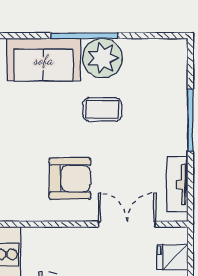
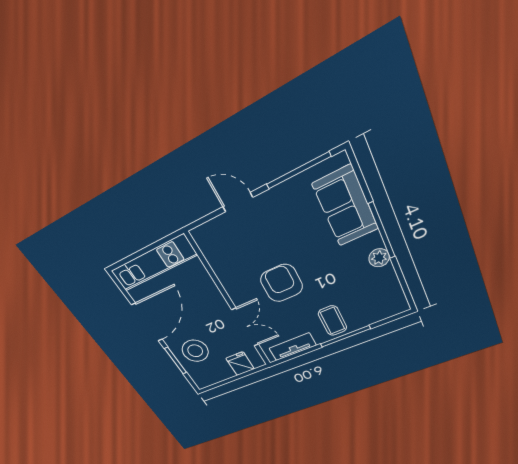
plant: (103, 58) -> (379, 258), width x0.53, depth x0.53
coffee table: (102, 110) -> (332, 321), moved
armchair: (70, 179) -> (282, 283), moved, turned 180

